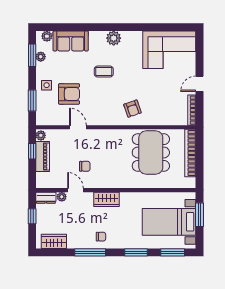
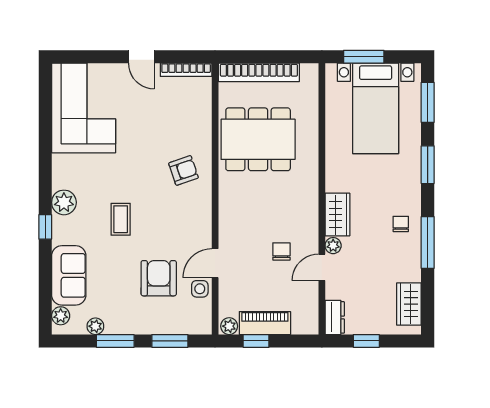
window: (99, 27) -> (45, 227), added
window: (32, 55) -> (115, 341), moved
side table: (47, 85) -> (200, 289), moved
plant: (62, 197) -> (333, 246), moved

